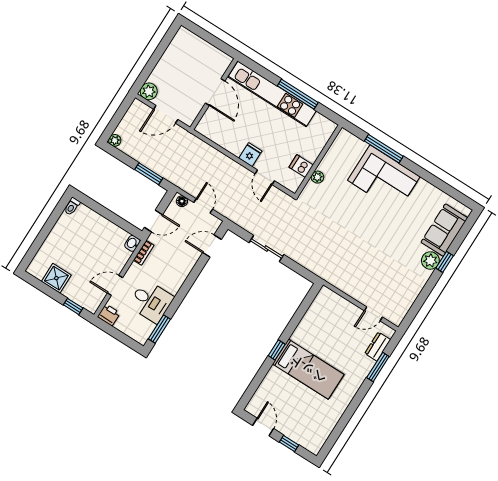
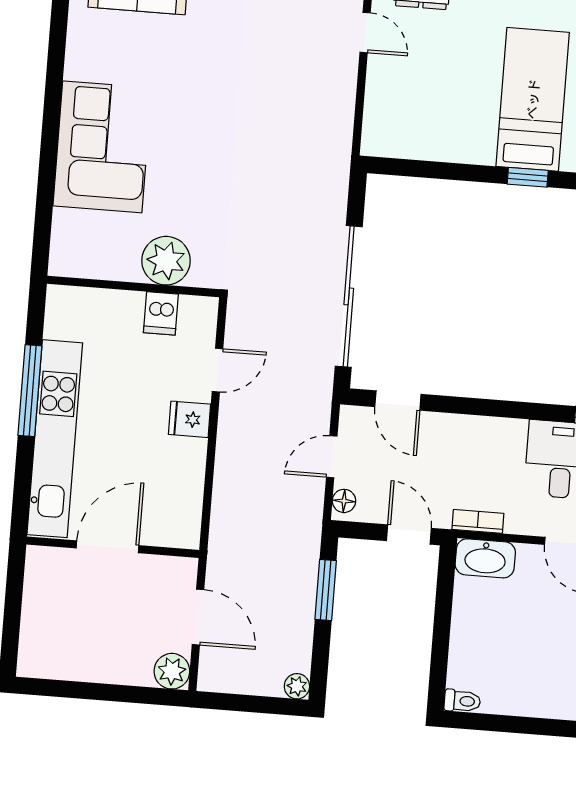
window: (384, 149) -> (47, 177), removed
plant: (317, 177) -> (166, 261), width x1.88, depth x1.88
washbasin: (132, 243) -> (485, 558), width x1.91, depth x1.45
sliding door: (266, 249) -> (349, 296), width x1.86

